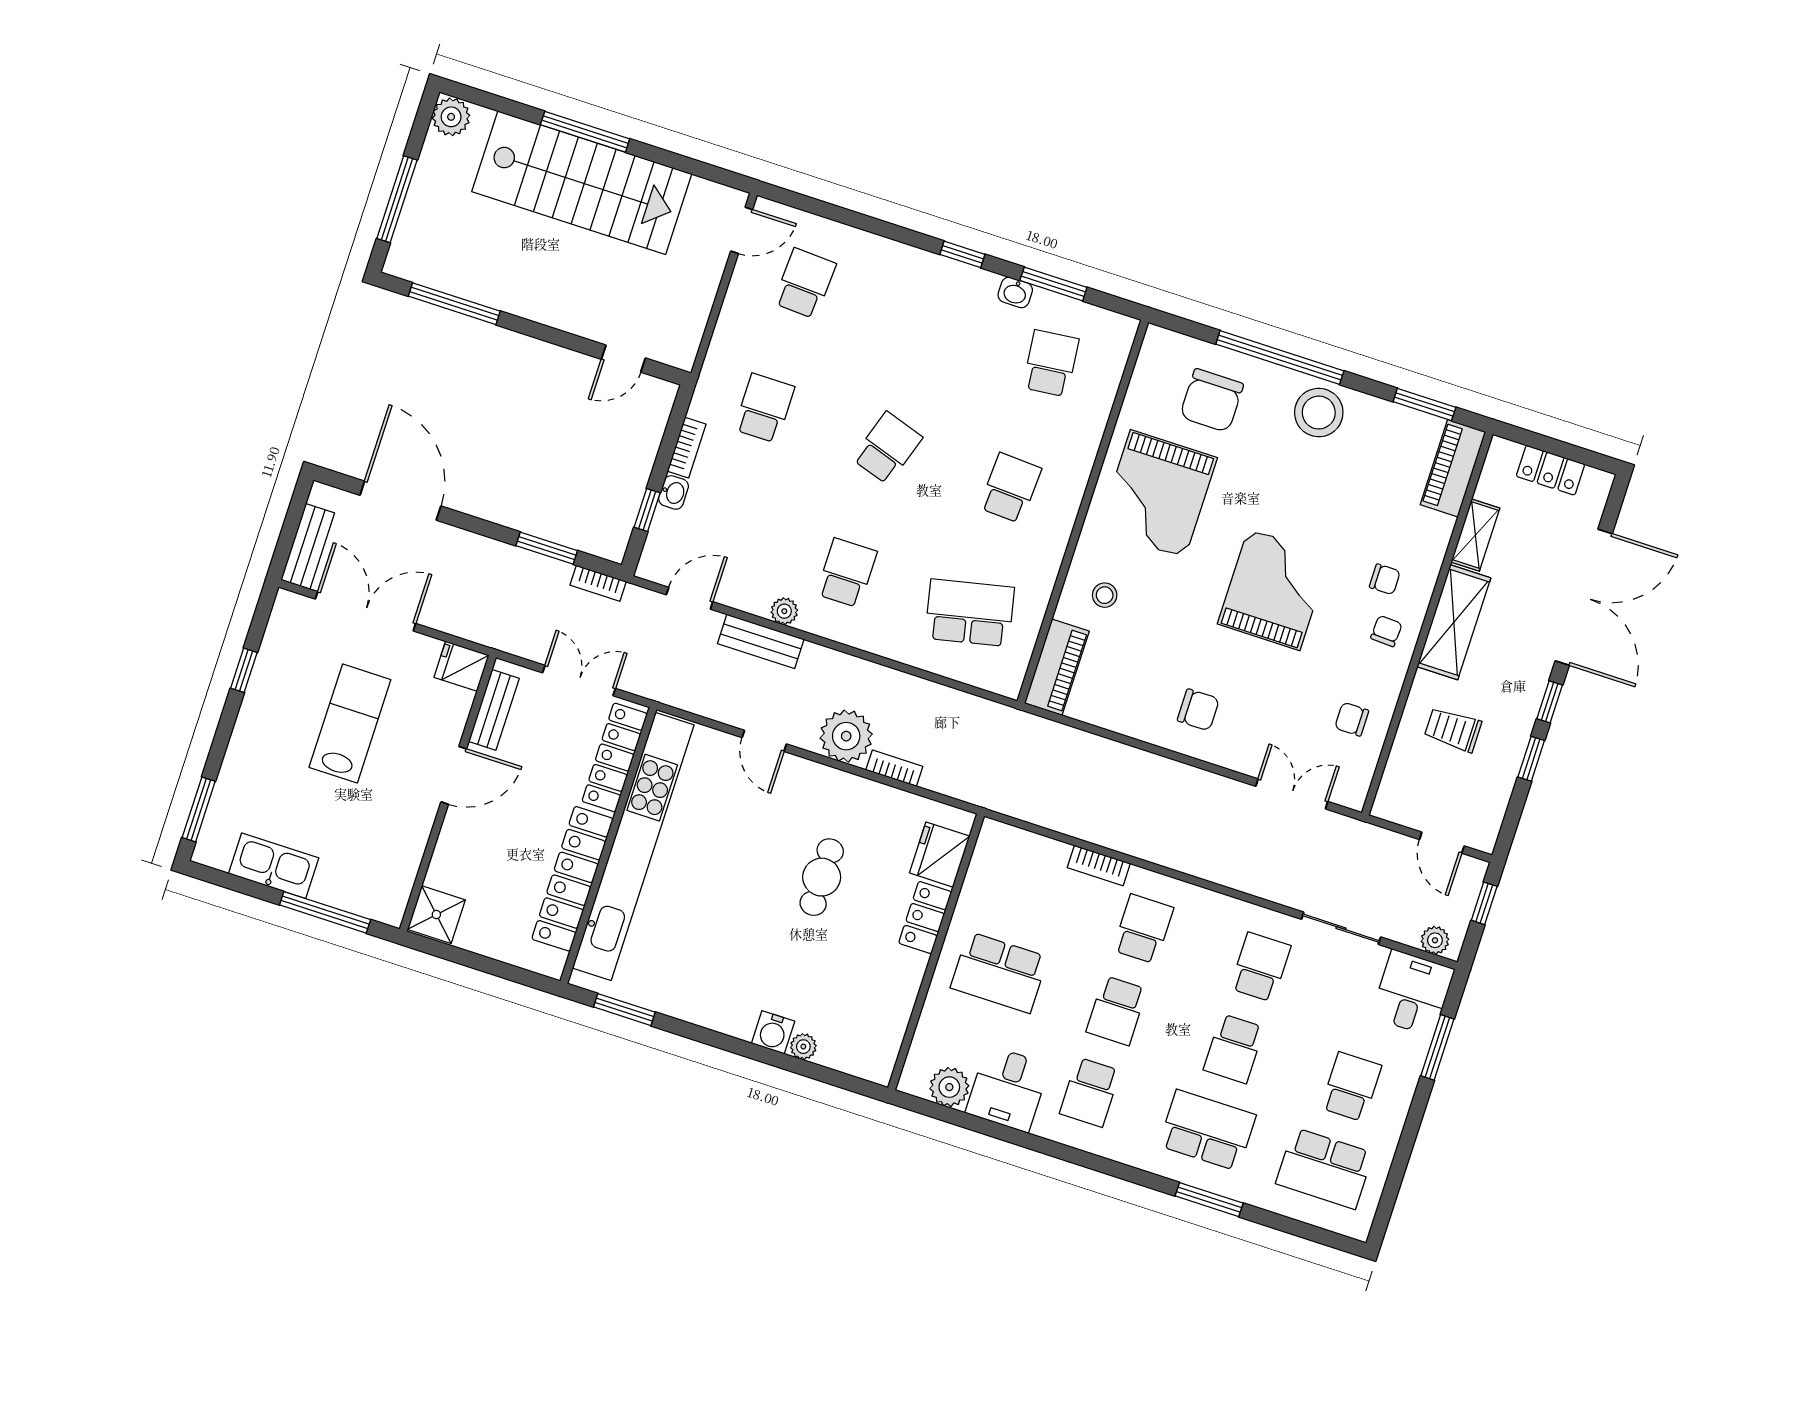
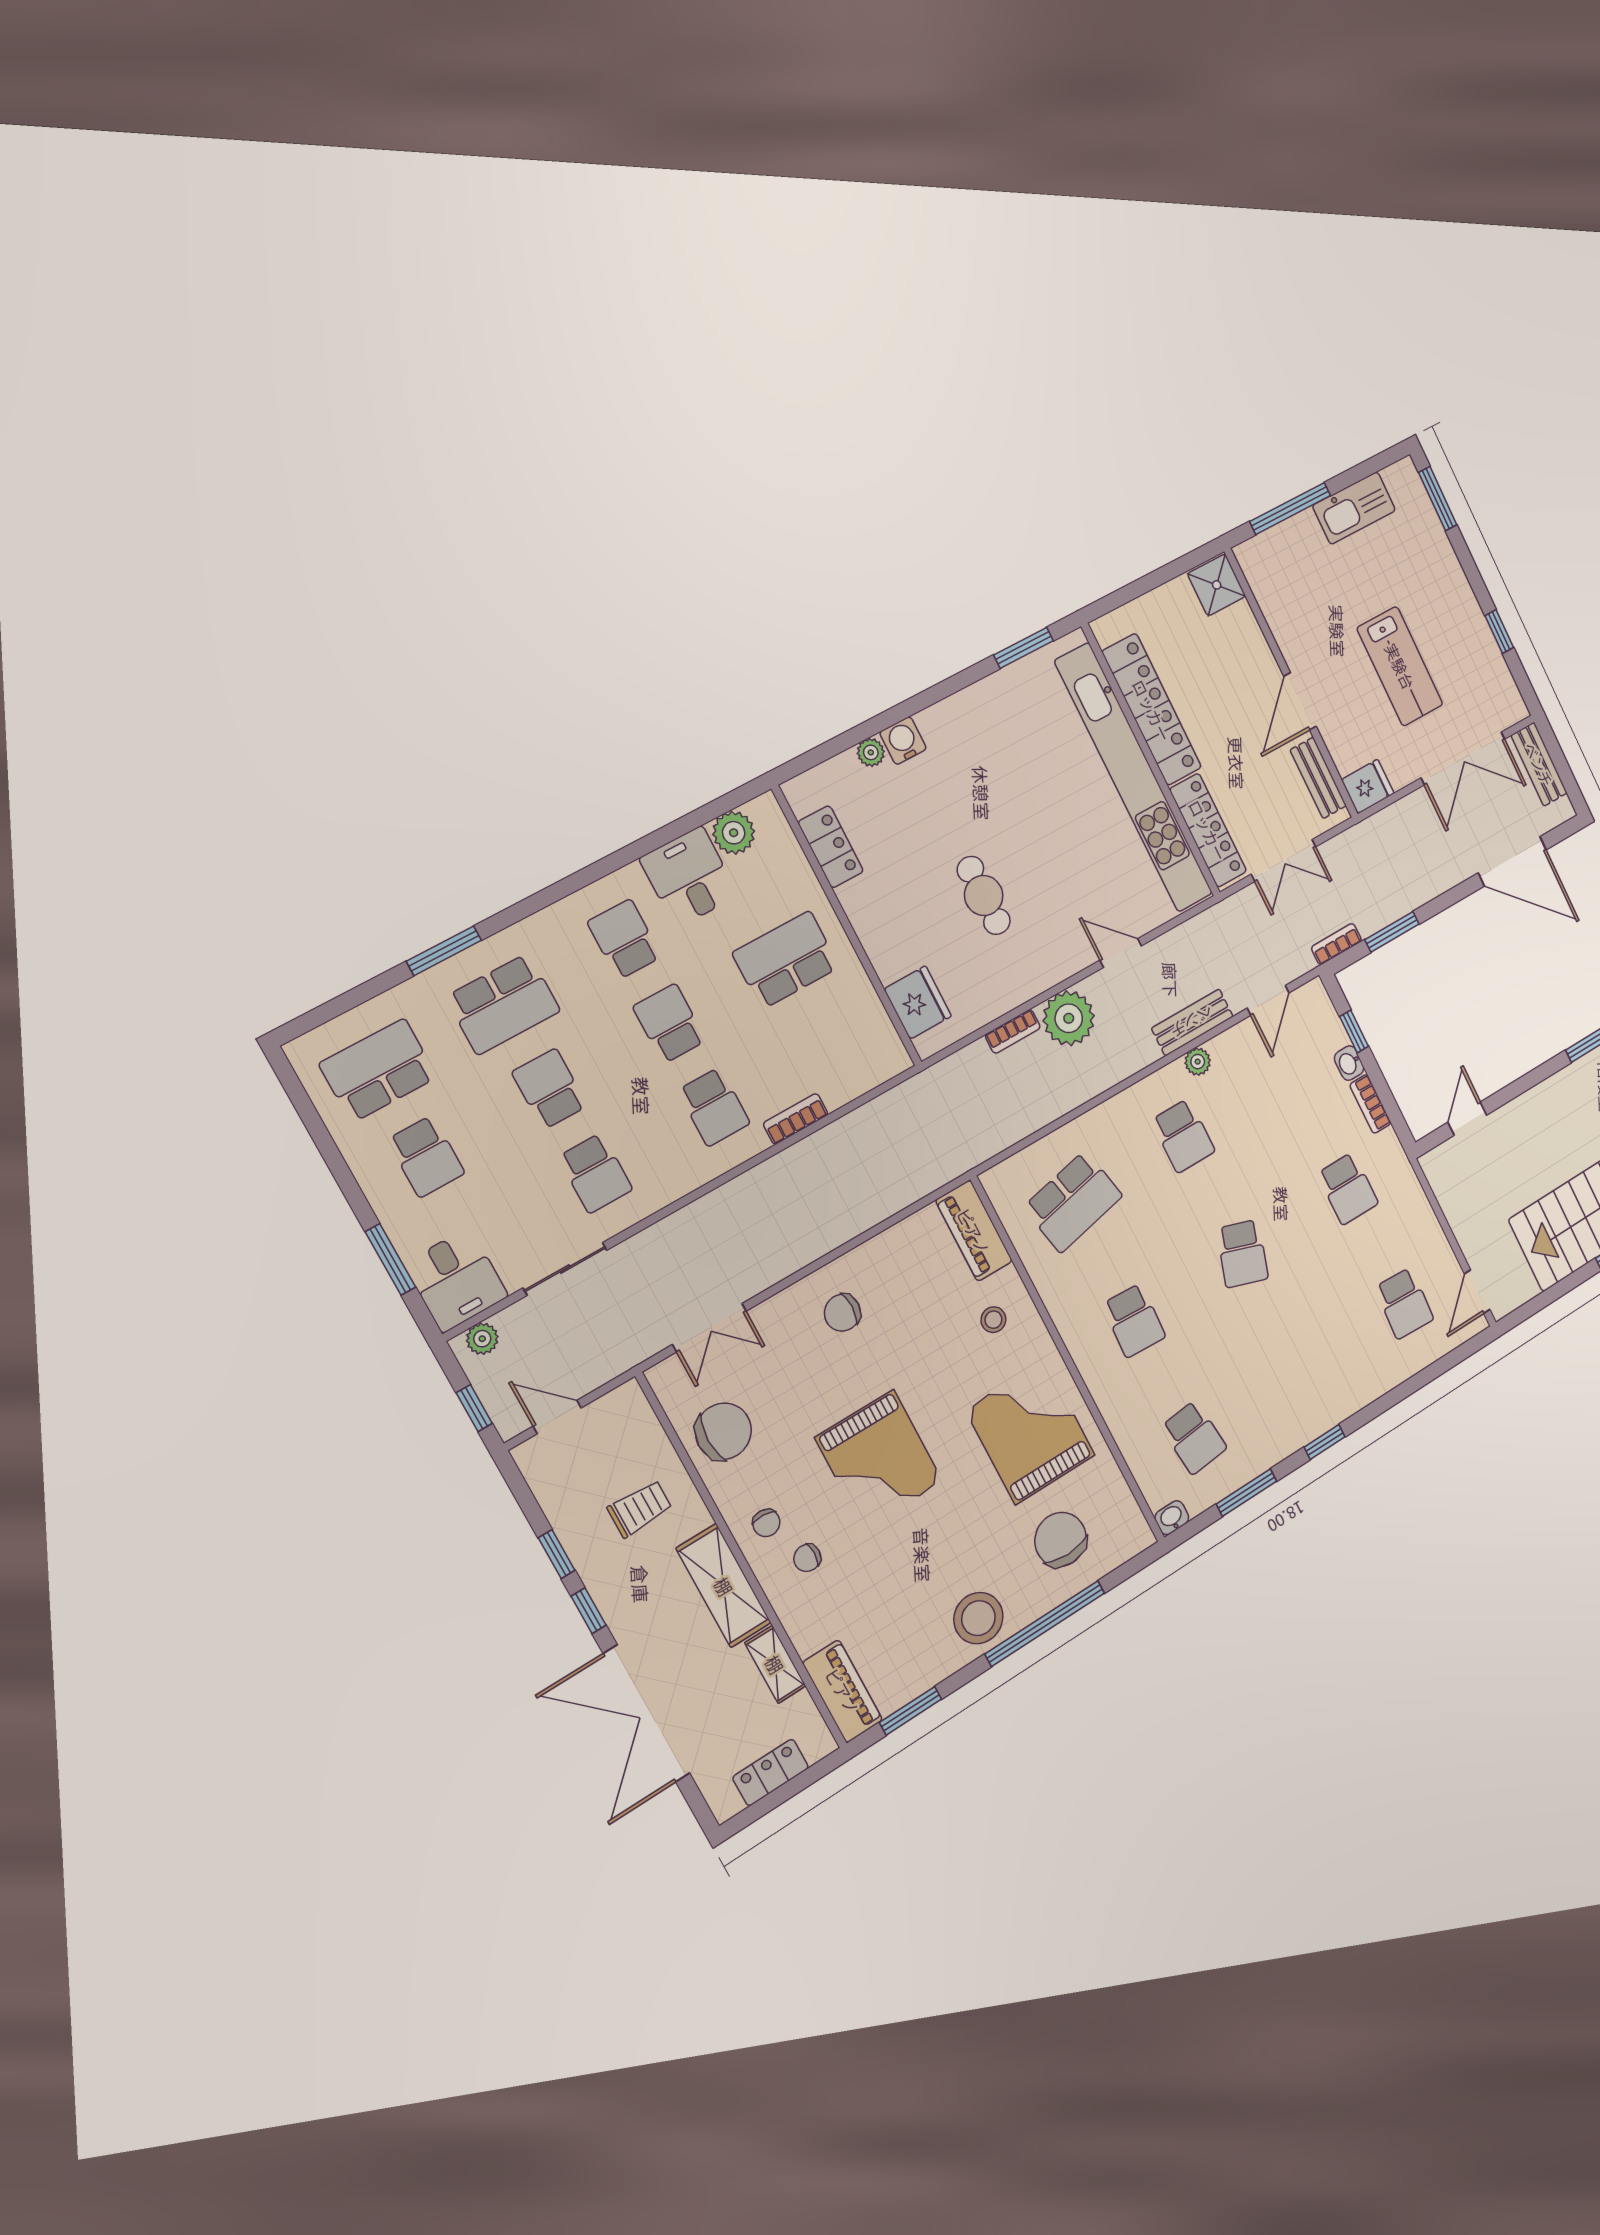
washbasin: (1015, 292) -> (1172, 1518), moved
chair: (1352, 719) -> (723, 1431), width x1.87, depth x1.87
locker: (925, 917) -> (831, 847), moved

